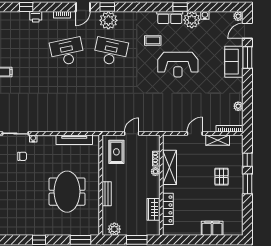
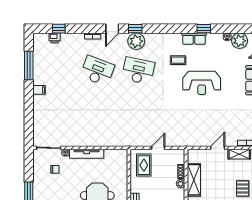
printer: (36, 17) -> (55, 38), moved
plant: (192, 20) -> (240, 41), moved
desk: (67, 52) -> (97, 71), turned 33
tv unit: (74, 140) -> (87, 154), moved

